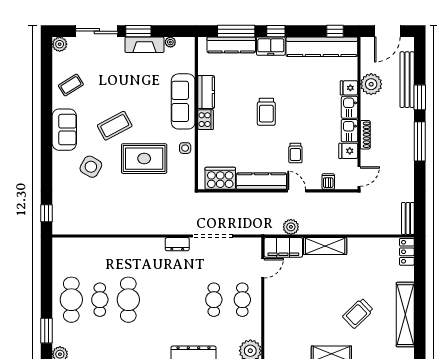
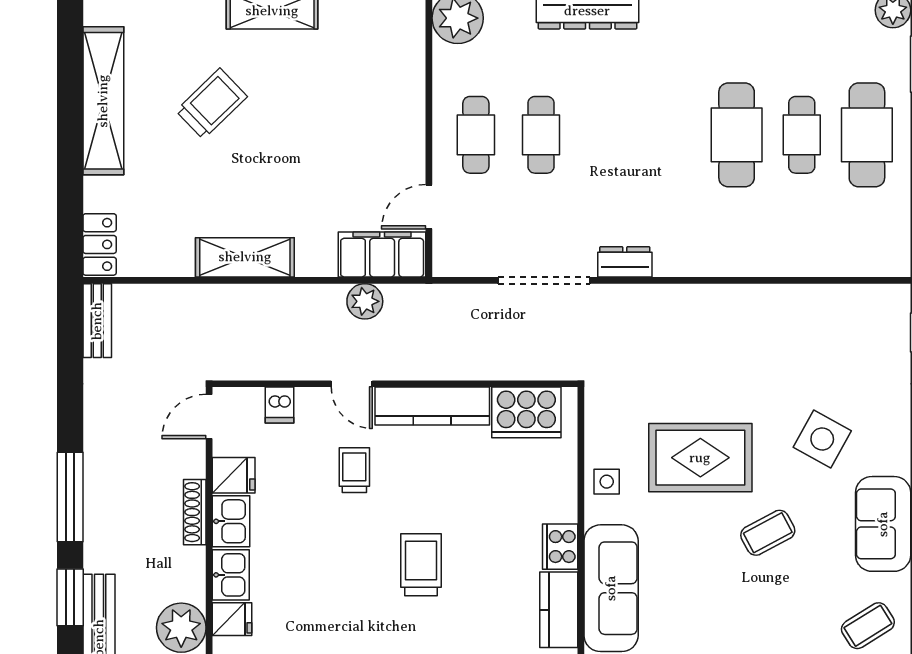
coffee table: (115, 126) -> (768, 533), width x0.73, depth x0.77
shelving: (325, 246) -> (245, 257), moved

